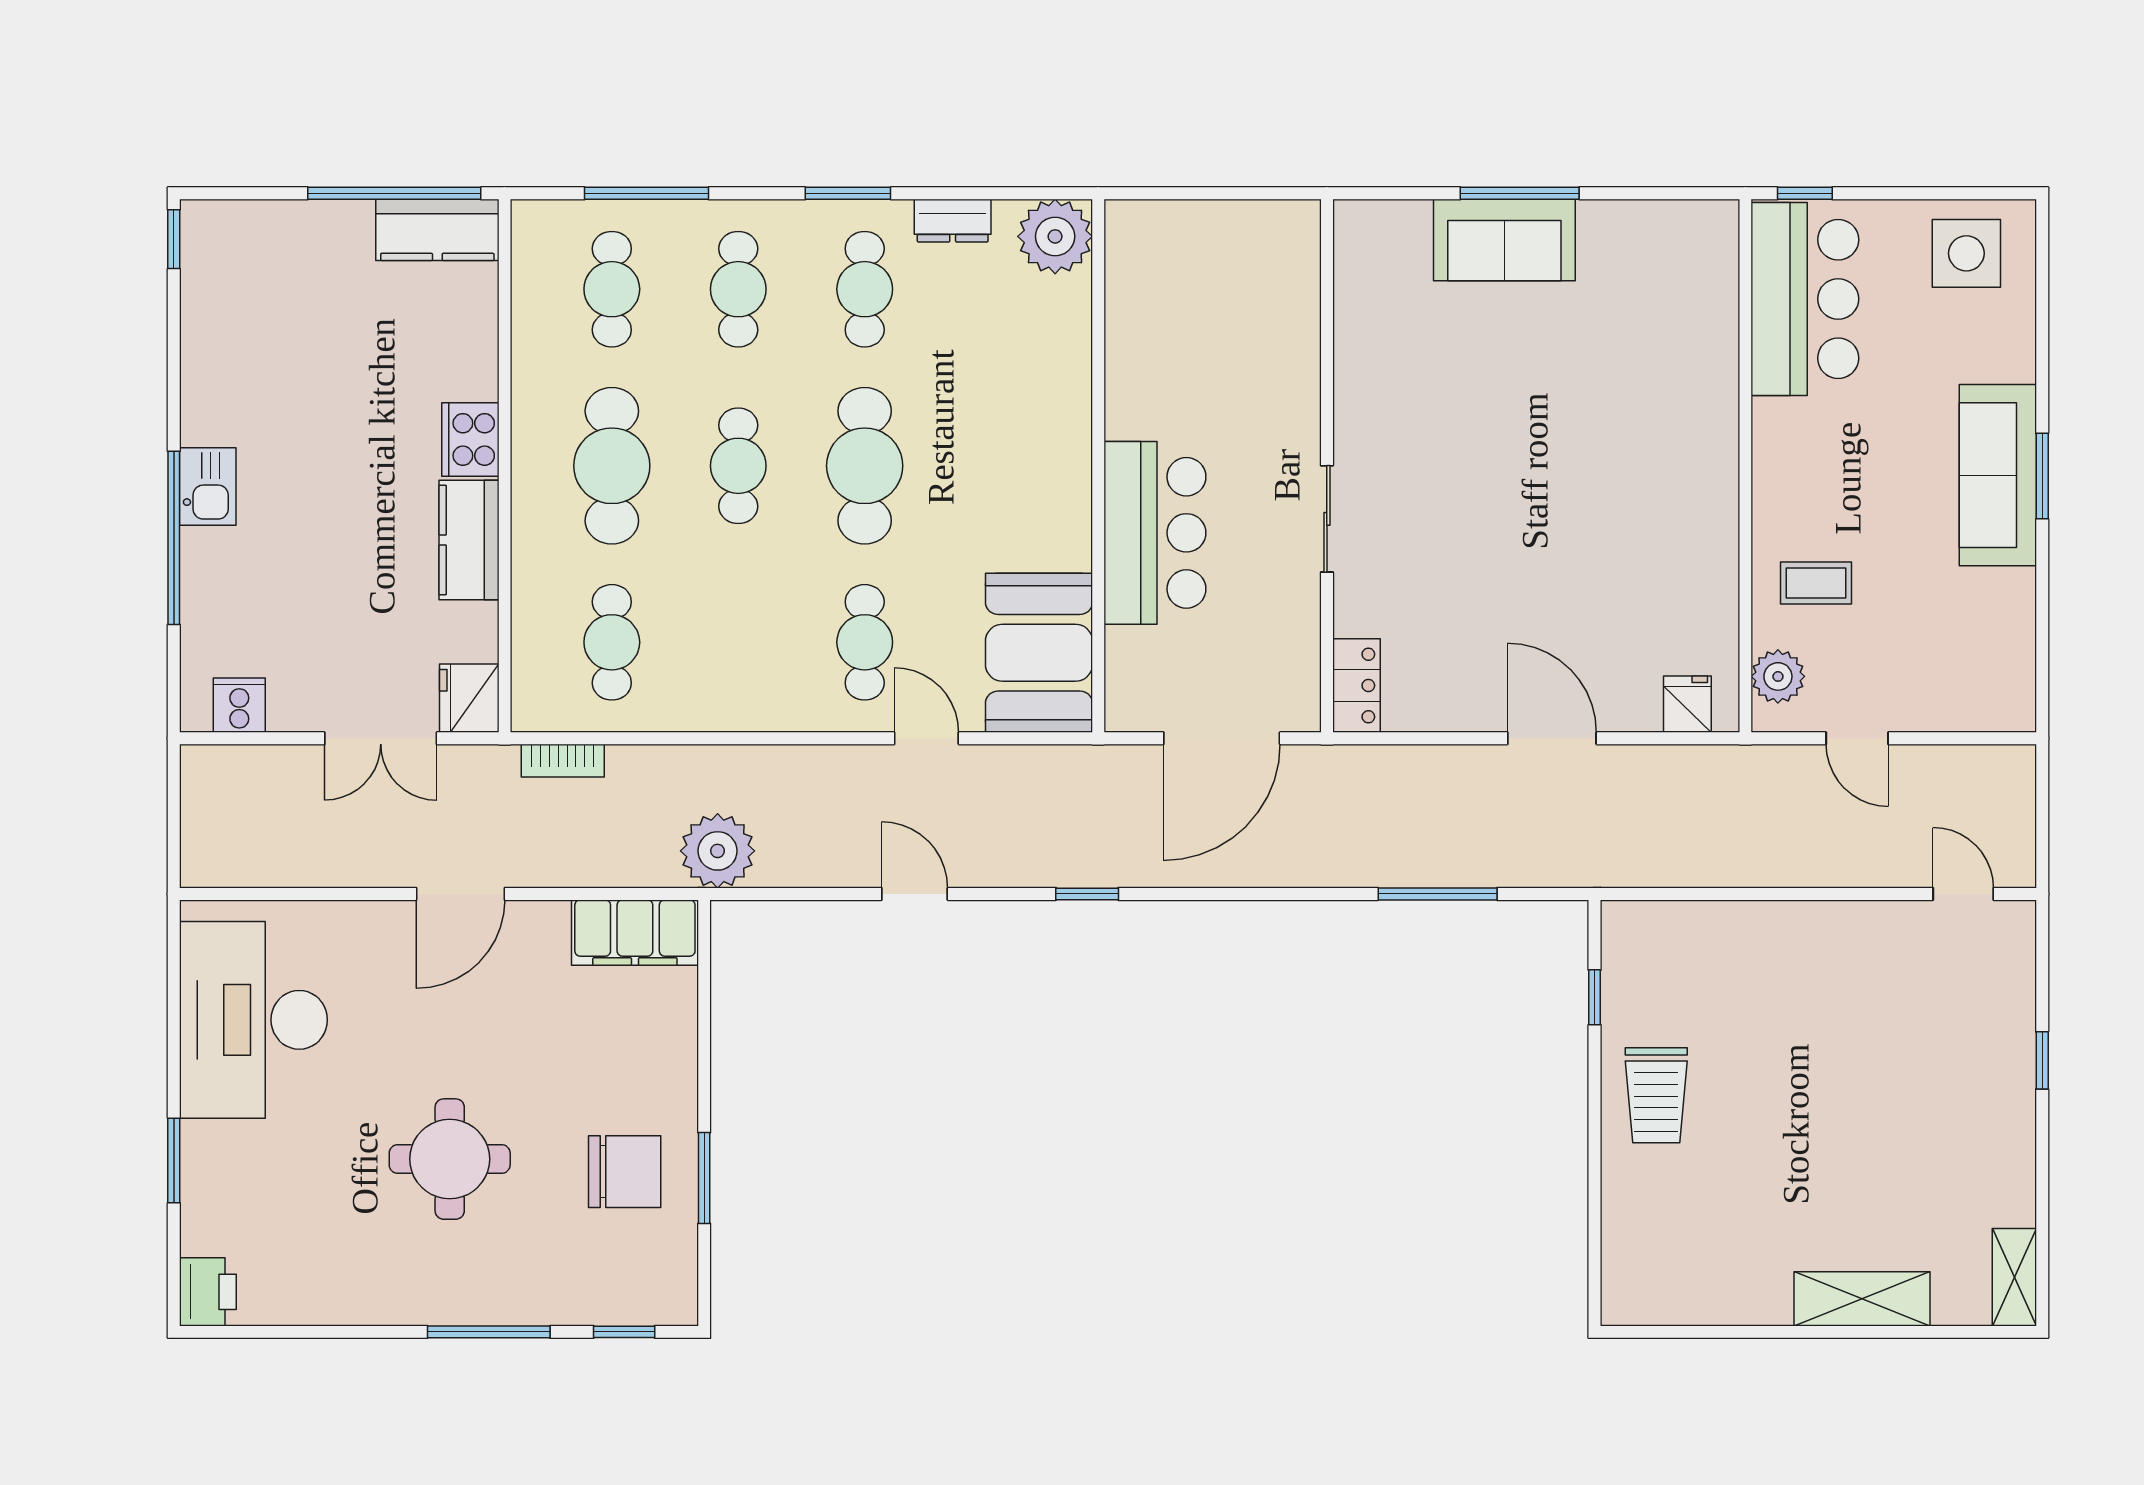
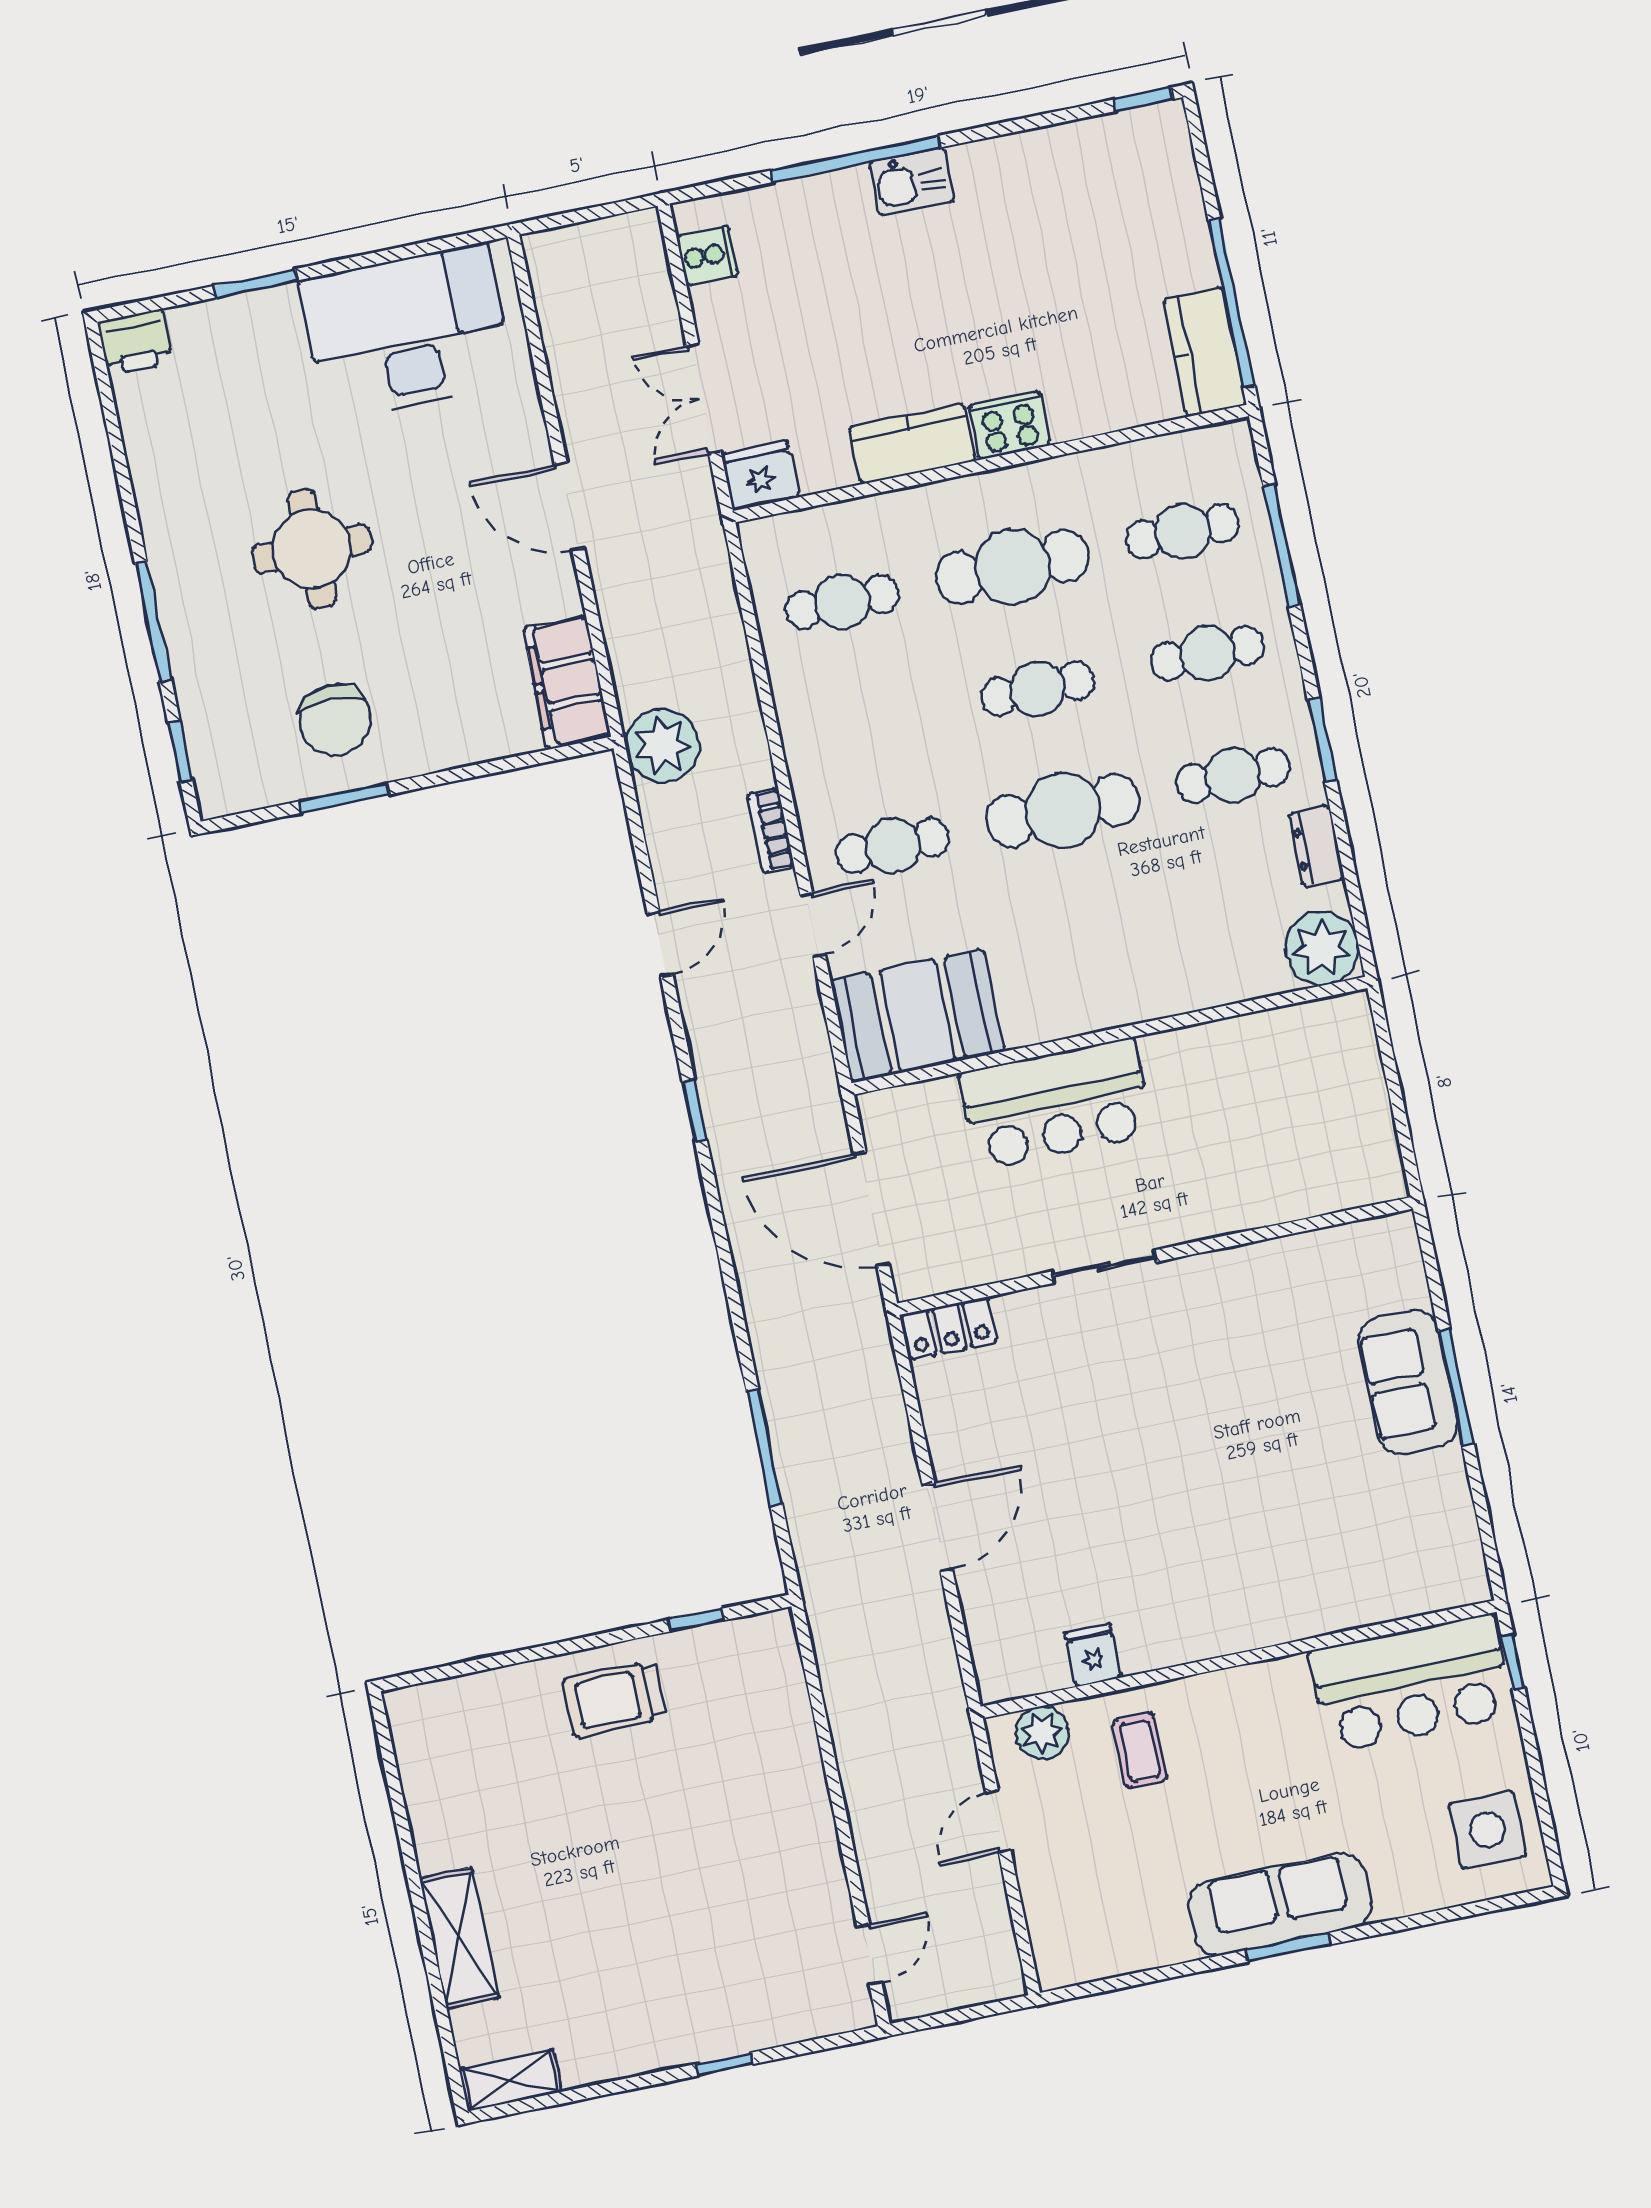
fridge: (1687, 704) -> (1093, 1655), moved, turned -90
bookcase: (563, 761) -> (771, 831), moved

